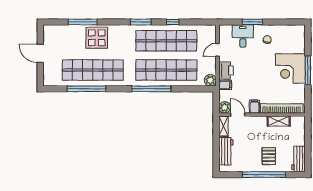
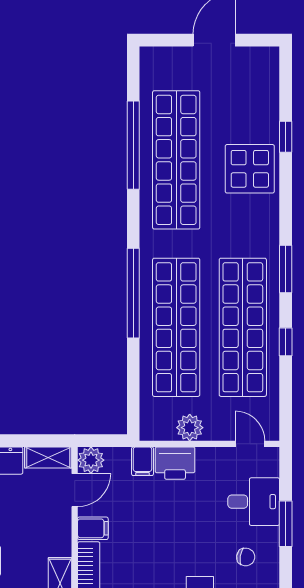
window: (83, 22) -> (286, 137), width x0.46
door: (217, 50) -> (250, 444), moved
plant: (210, 80) -> (190, 428), moved

